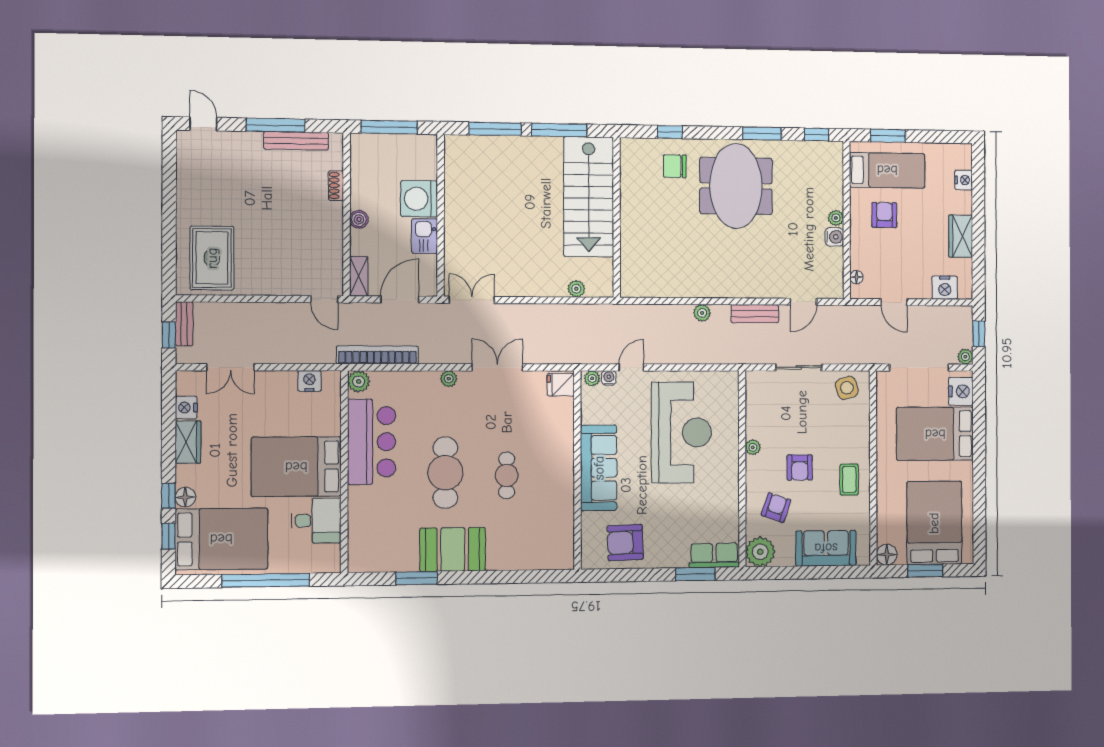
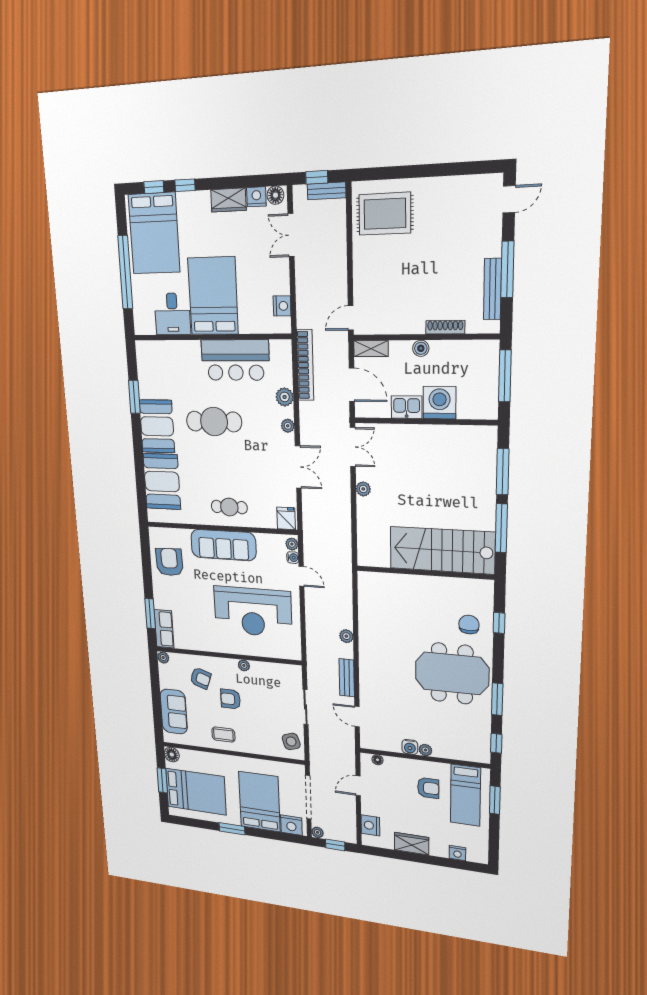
shoe rack: (336, 186) -> (445, 327), width x1.43
plant: (576, 289) -> (363, 489), moved
plant: (359, 382) -> (285, 397), moved
window: (979, 474) -> (232, 829), added
cafe table: (507, 475) -> (229, 507), moved
floor lamp: (185, 497) -> (275, 195), moved
booth: (522, 547) -> (162, 481), added
plant: (760, 552) -> (163, 657), width x0.53, depth x0.53

